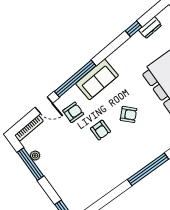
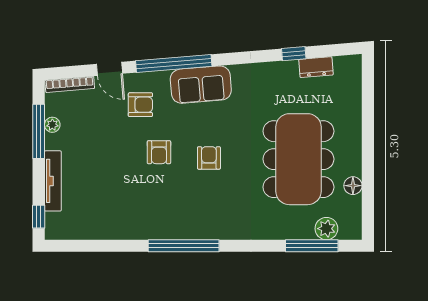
armchair: (128, 114) -> (209, 158), turned -135
tv unit: (56, 184) -> (53, 181), added

